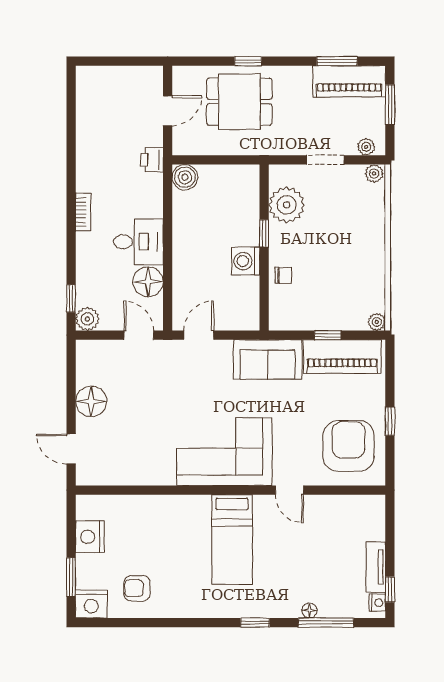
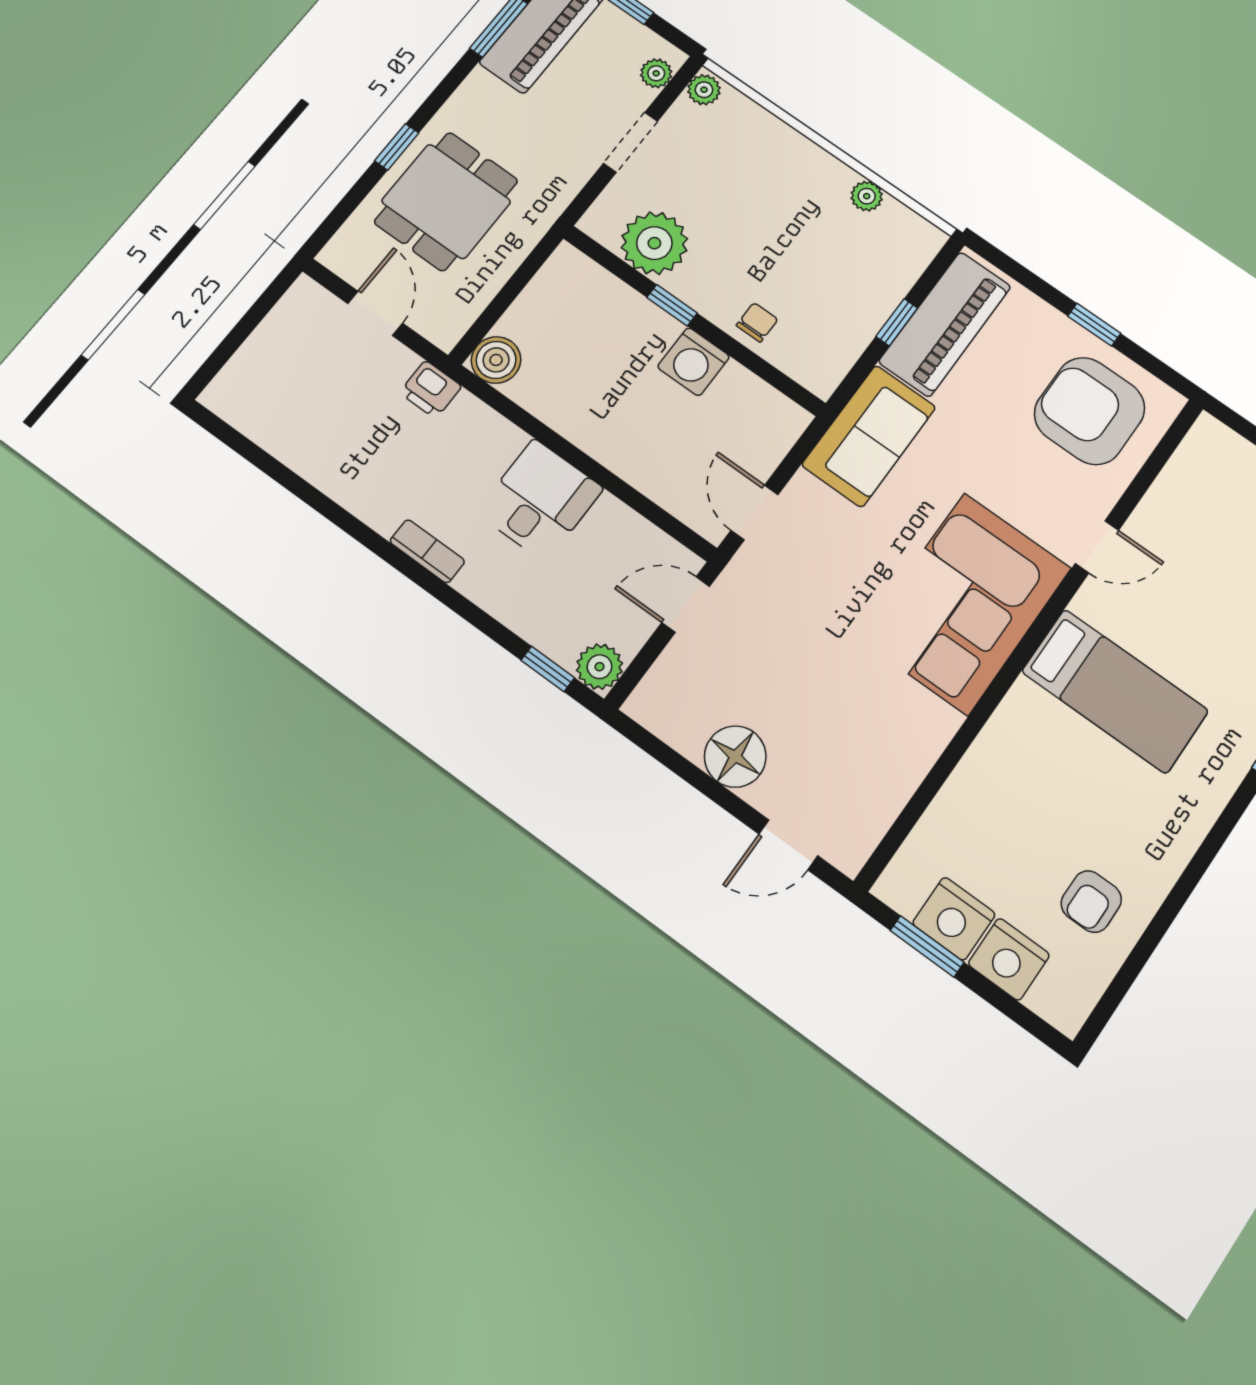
floor lamp: (148, 282) -> (613, 530), removed
plant: (377, 322) -> (867, 196), moved
window: (71, 577) -> (927, 946), moved
nightstand: (91, 604) -> (1009, 959), moved, turned 90

